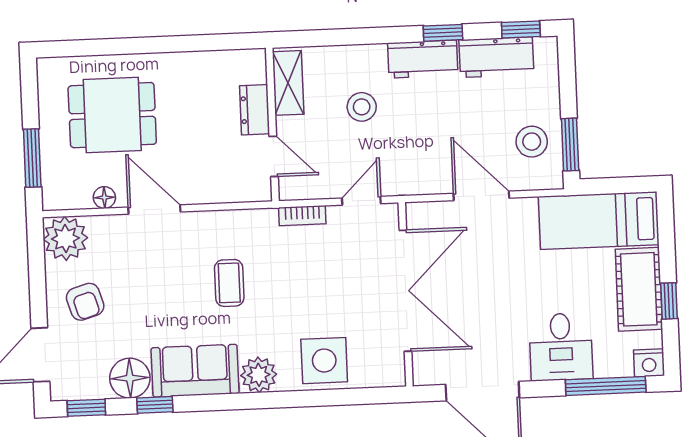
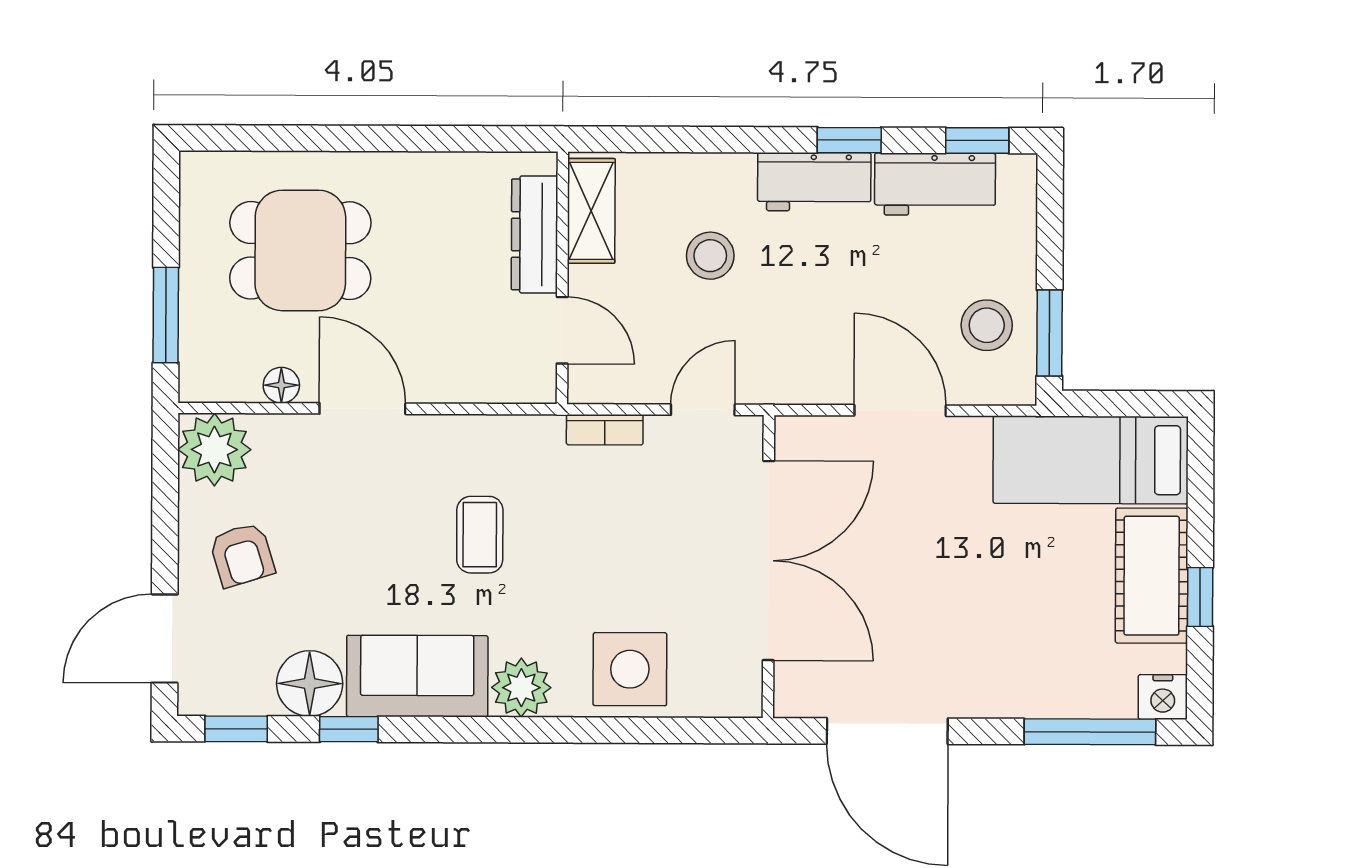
dresser: (255, 110) -> (535, 235), width x1.44
desk: (561, 347) -> (1019, 664), removed

